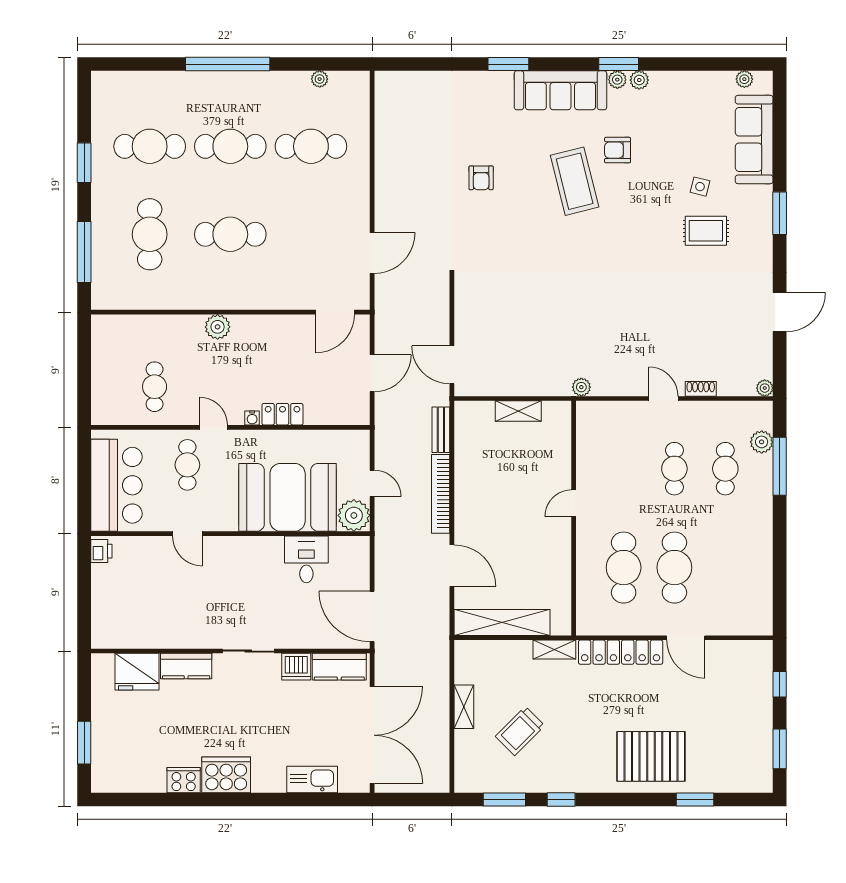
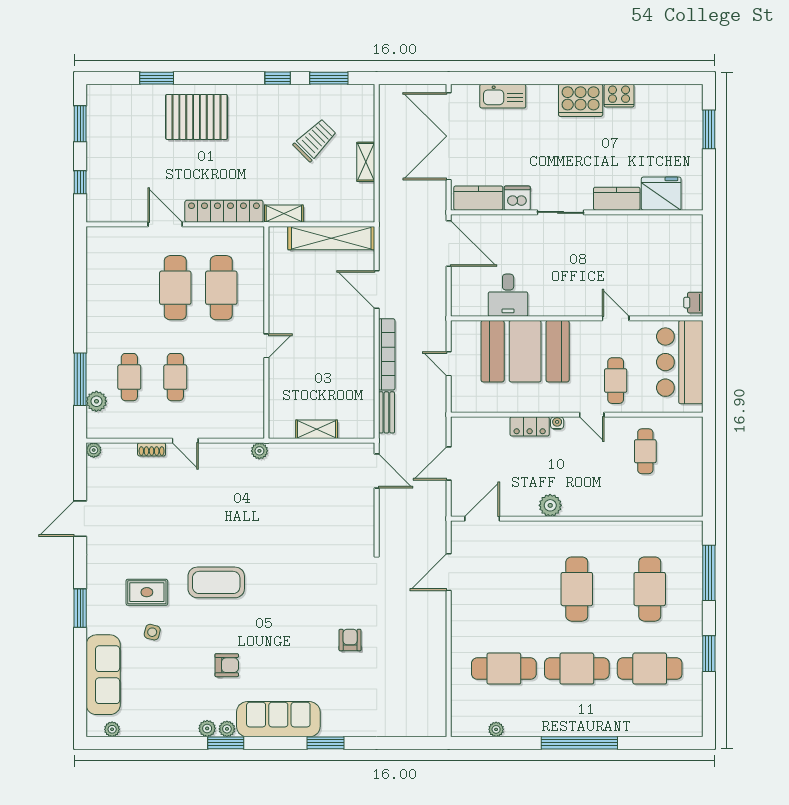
coffee table: (575, 181) -> (216, 582), moved, turned -76
cafe table: (230, 234) -> (577, 589), turned 90
plant: (218, 327) -> (550, 505), moved
plant: (354, 515) -> (465, 335), removed

